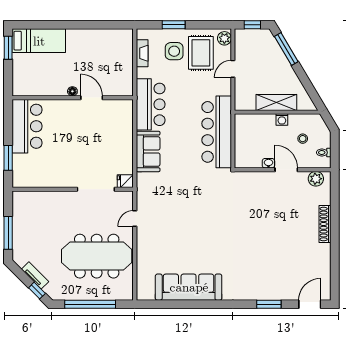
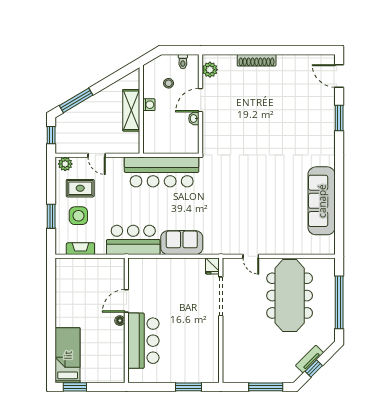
rug: (201, 53) -> (80, 188), width x0.73, depth x0.70
bar counter: (27, 126) -> (143, 341), moved, turned 90
window: (37, 291) -> (314, 369), moved

